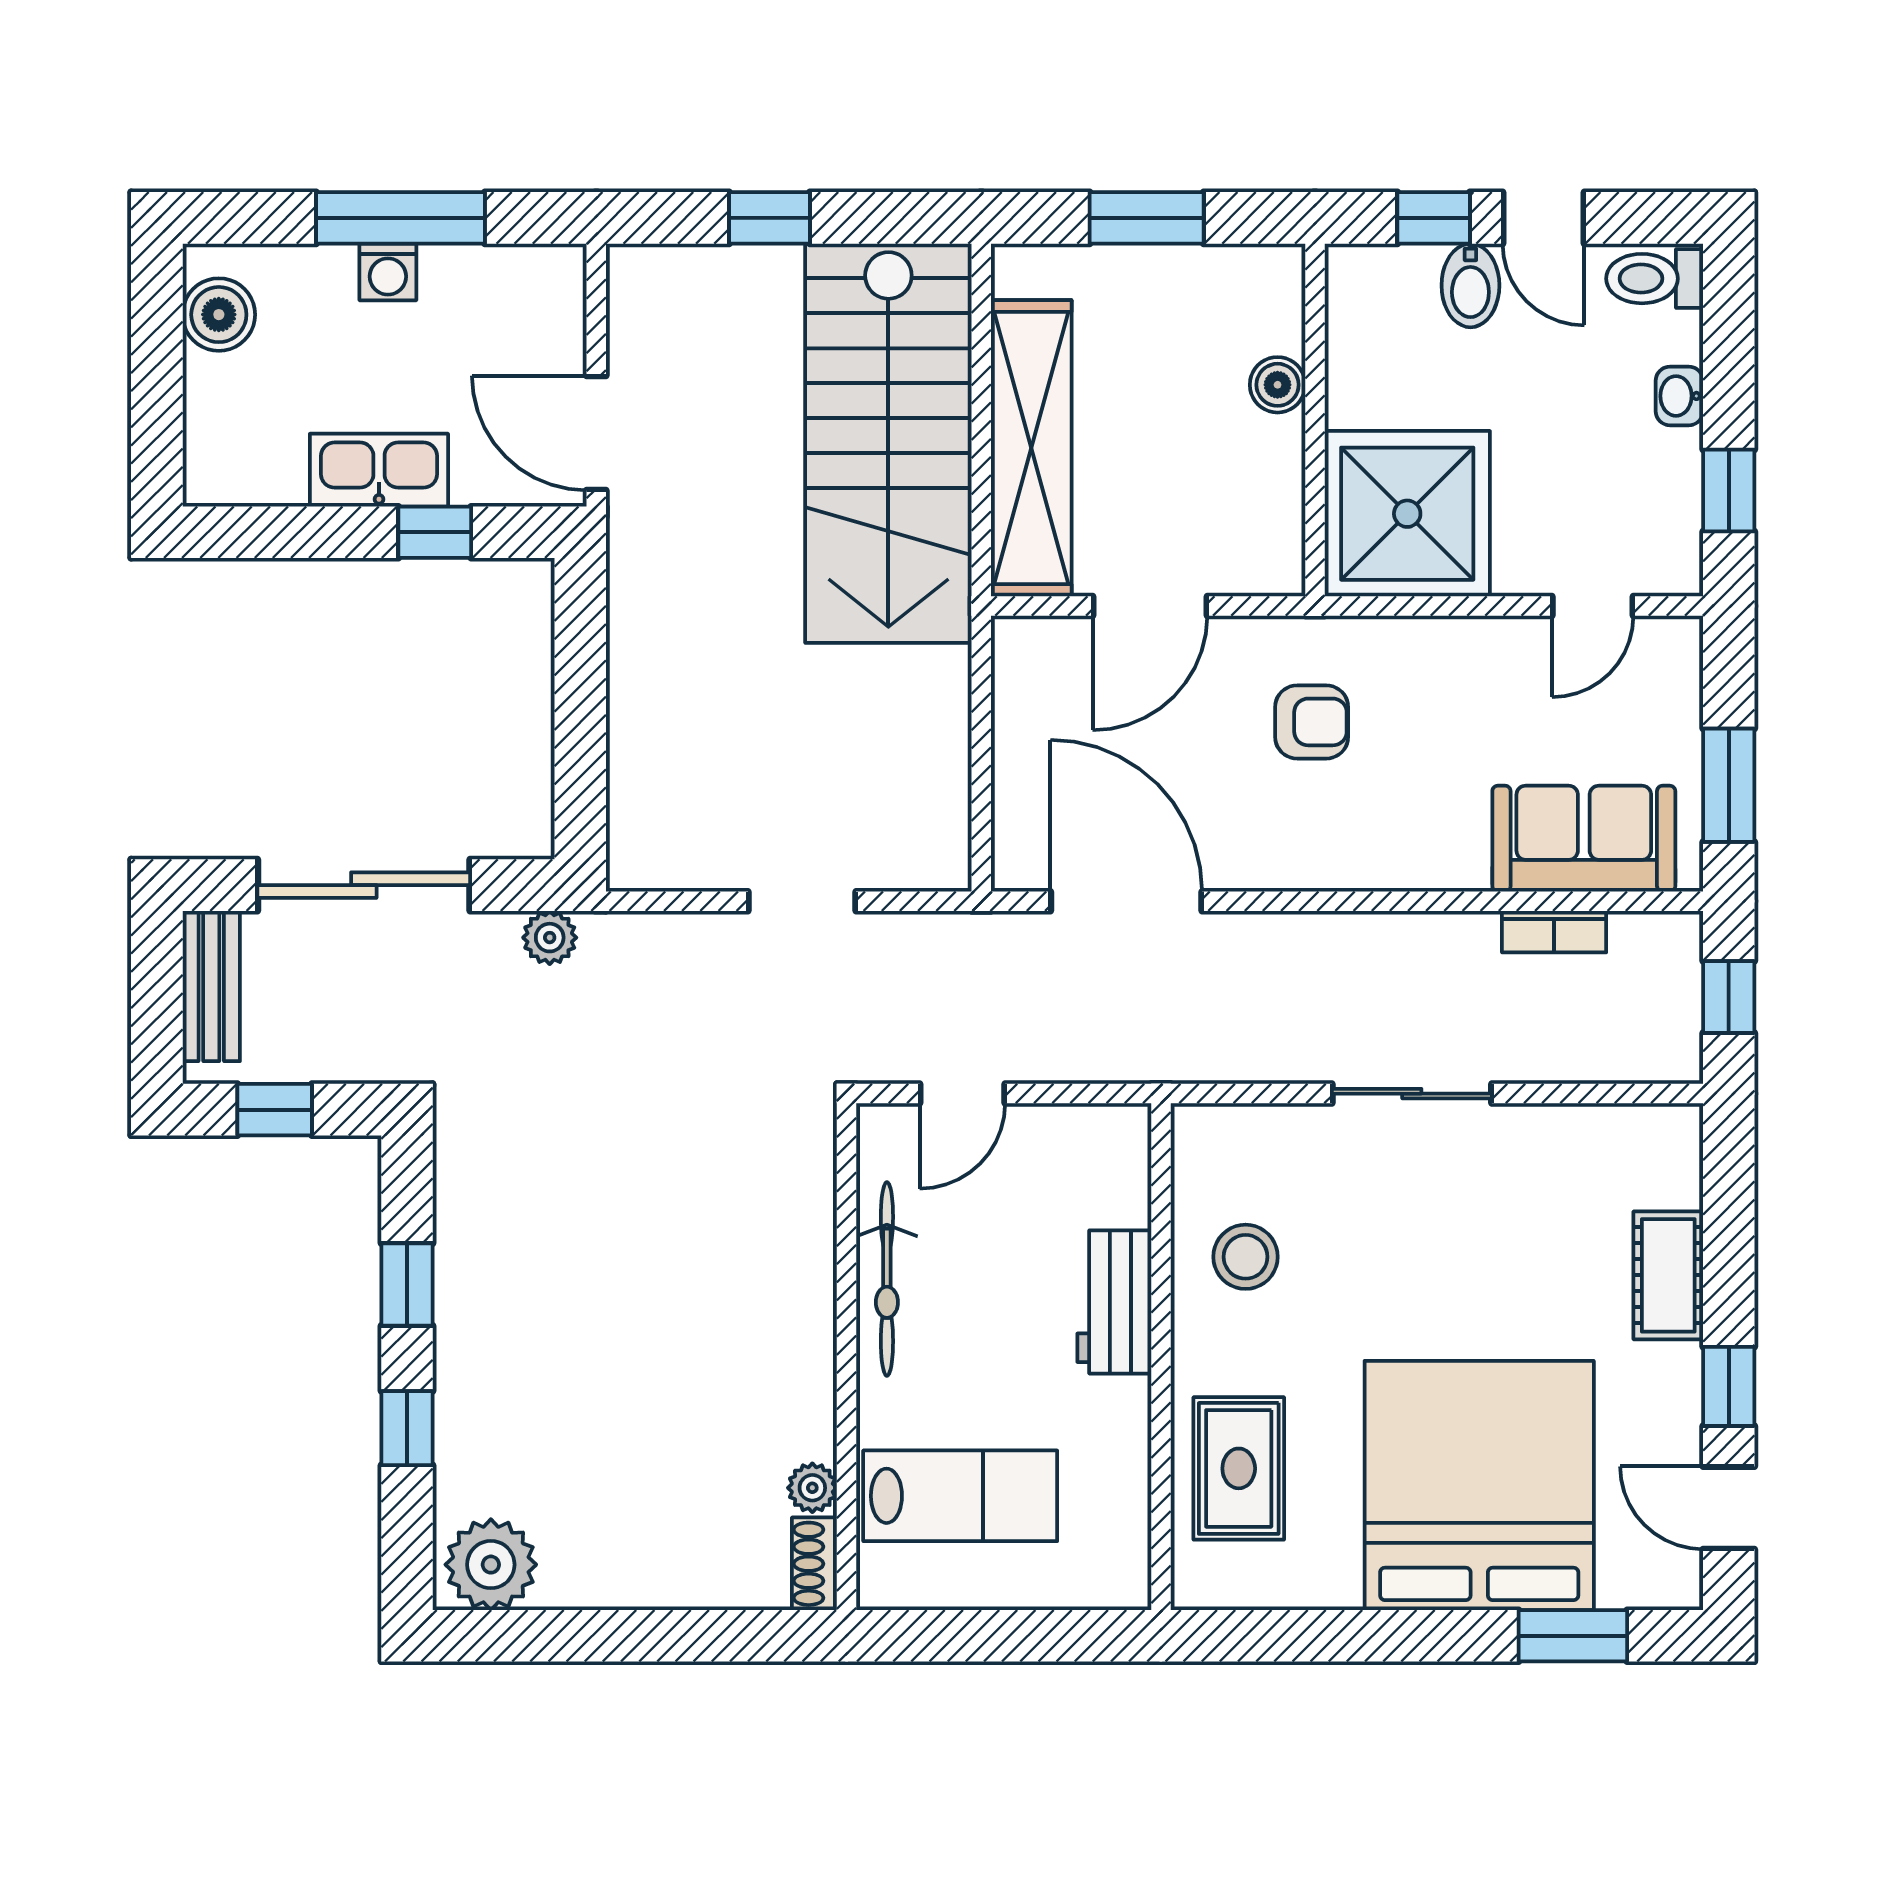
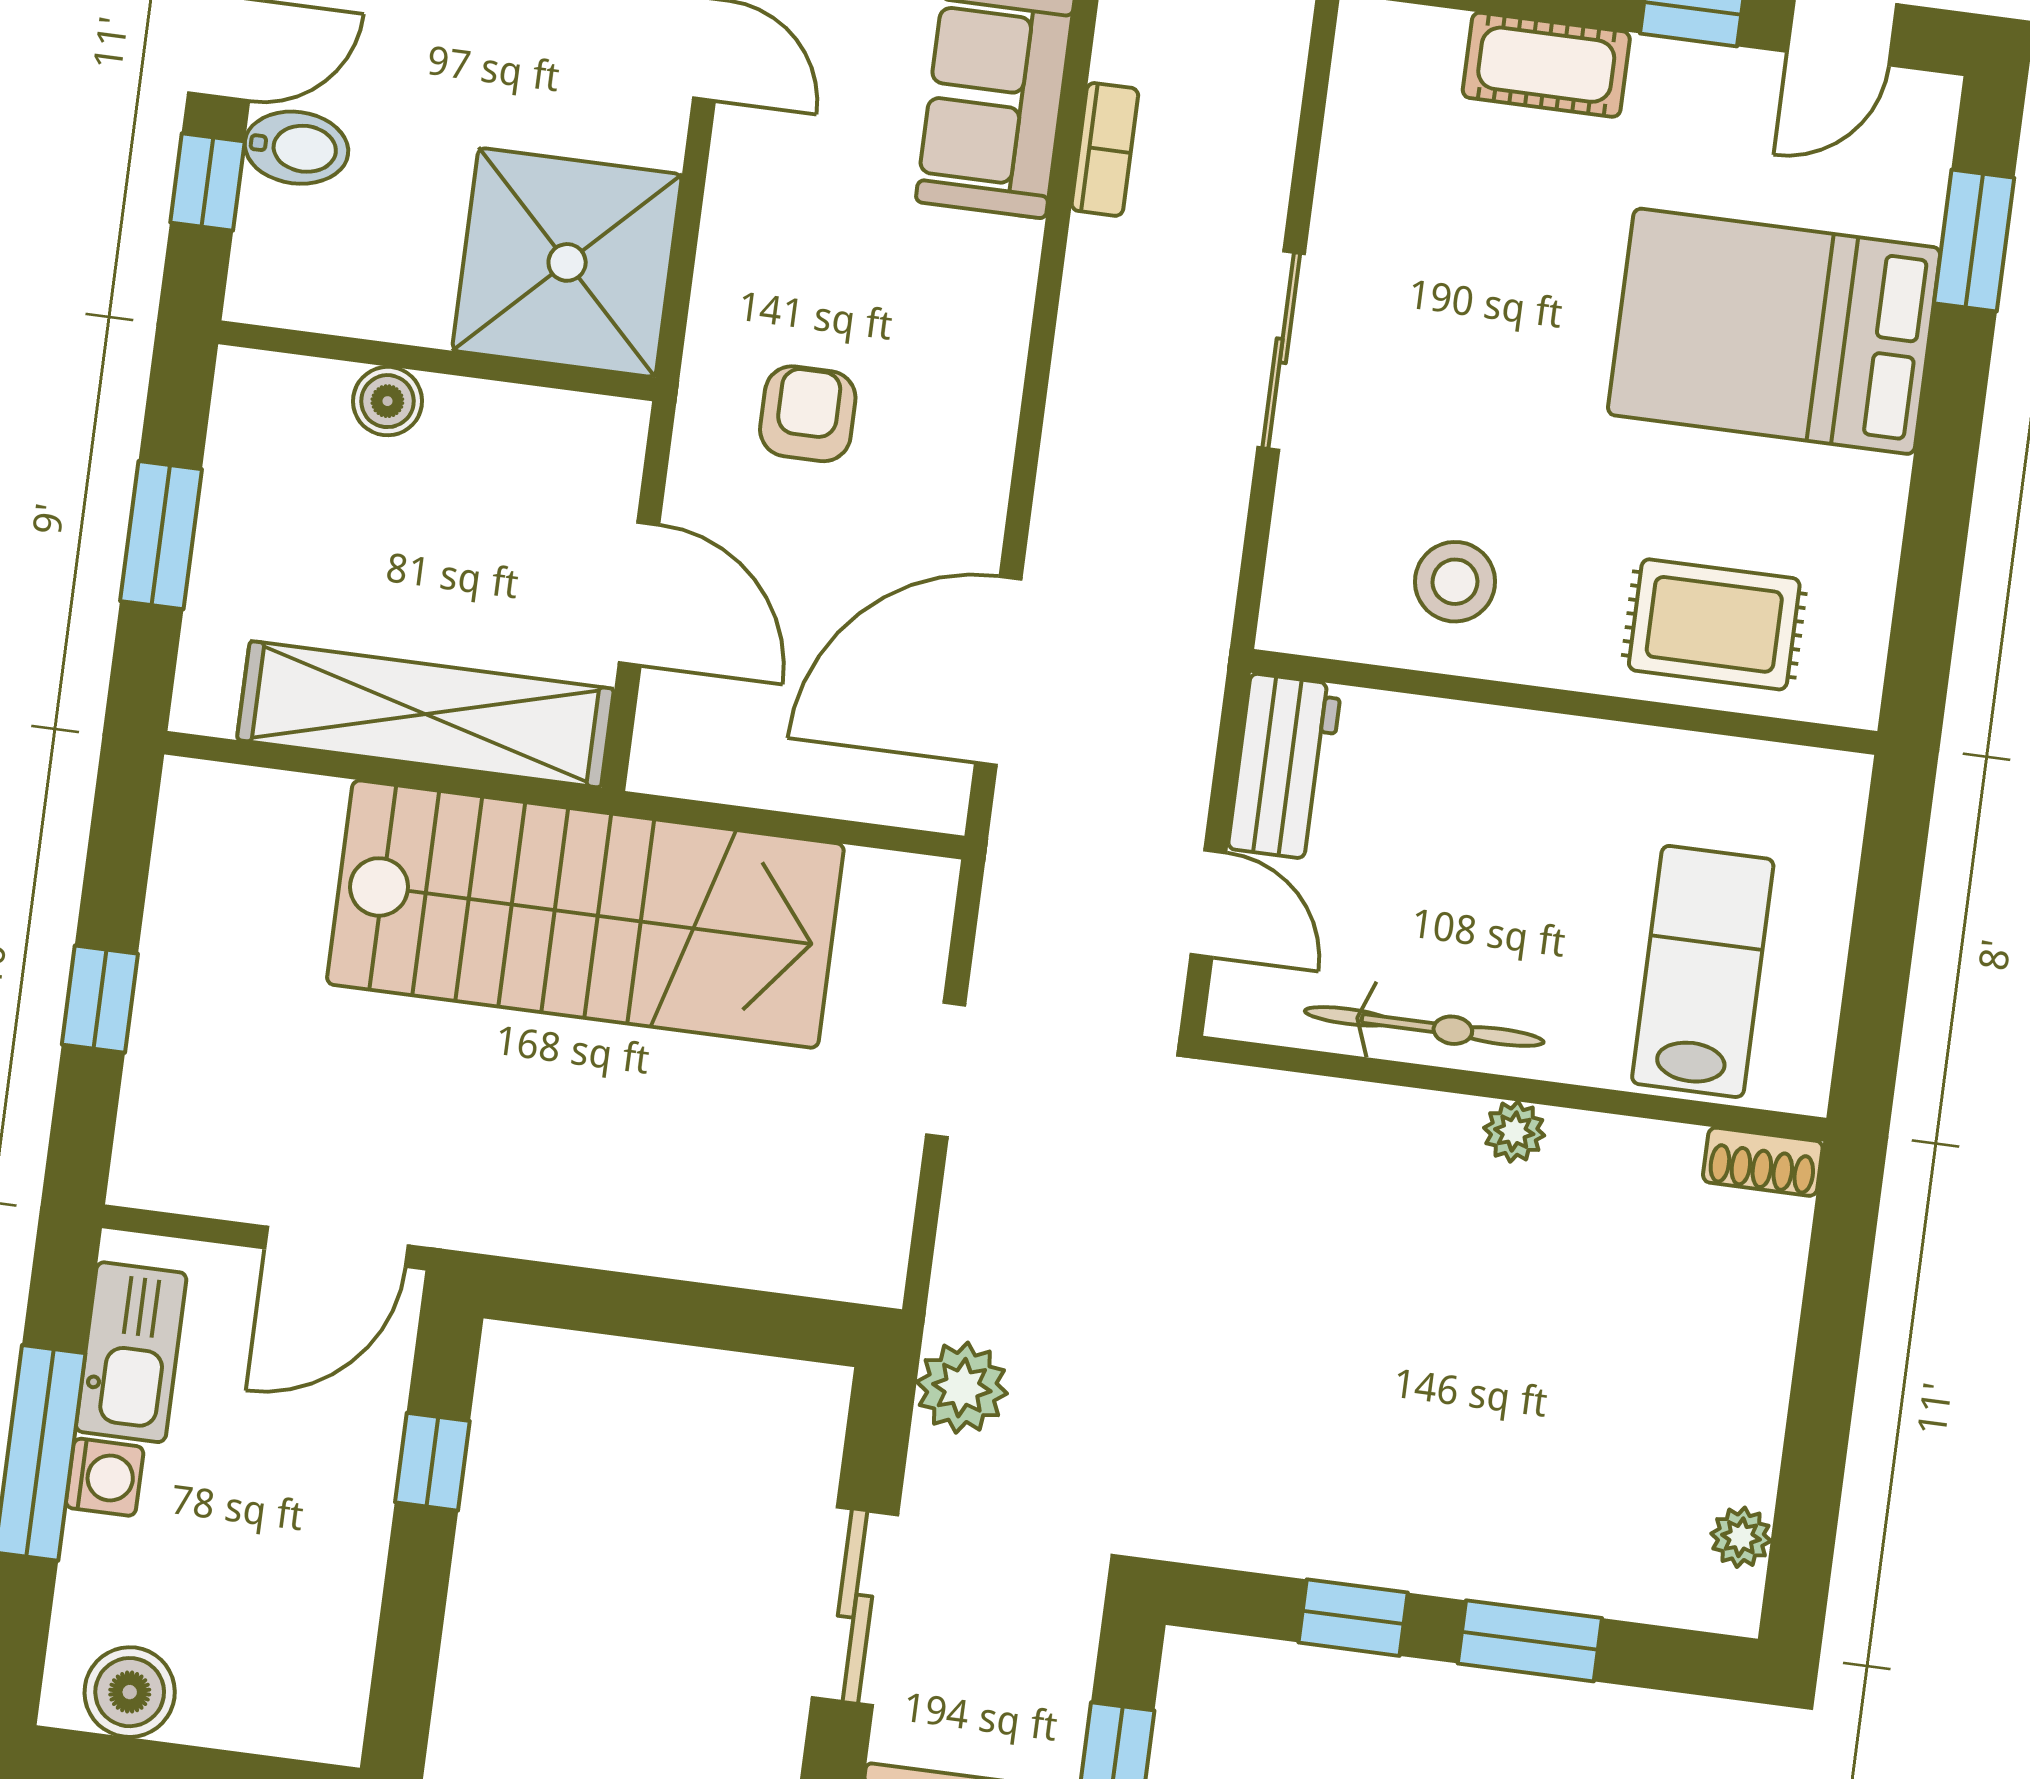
stairs: (888, 443) -> (585, 914), moved
kitchen sink: (379, 470) -> (131, 1352), moved, turned 180
sliding door: (364, 885) -> (855, 1606), width x0.73
plant: (550, 938) -> (962, 1388), width x1.38, depth x1.38
workbench: (1114, 1302) -> (1285, 767), moved, turned -90
window: (407, 1428) -> (1530, 1641), width x1.50
bed: (1479, 1485) -> (1774, 331), width x0.73
plant: (812, 1488) -> (1514, 1132), moved
plant: (491, 1565) -> (1741, 1537), width x0.53, depth x0.53

